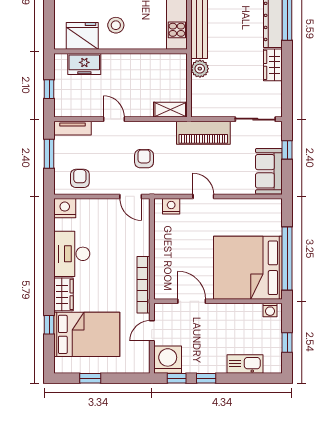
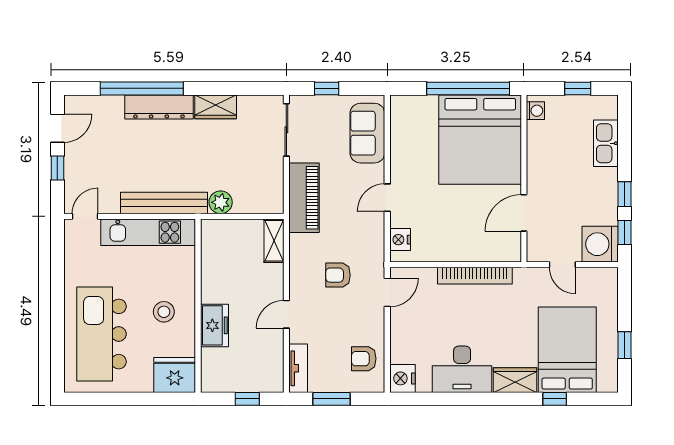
fridge: (82, 36) -> (175, 375), moved, turned 90
freezer: (84, 64) -> (214, 325), moved
sofa: (269, 171) -> (367, 133), moved, turned 90
bookcase: (144, 285) -> (475, 276), moved

